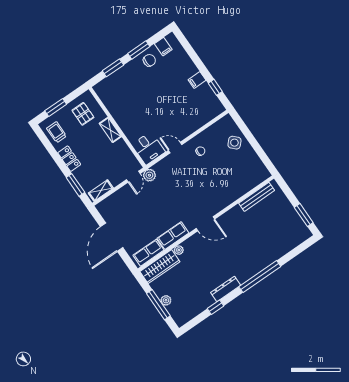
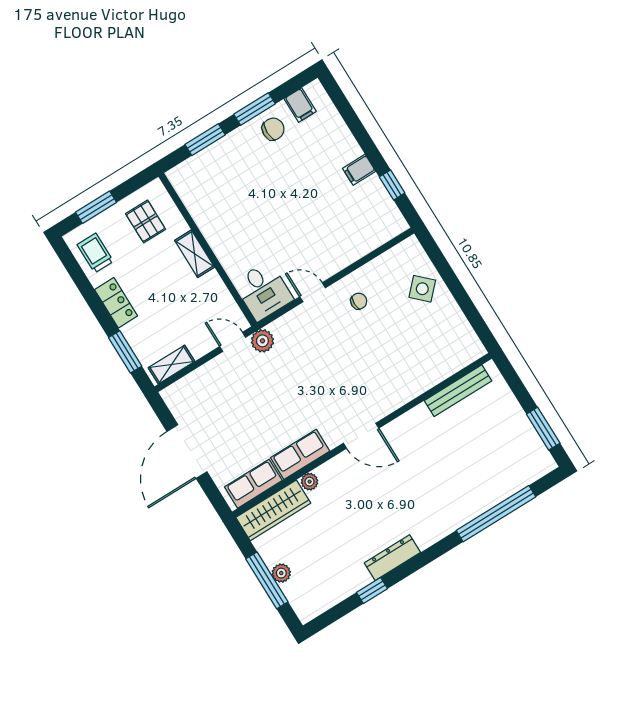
door: (133, 177) -> (233, 342), swing flipped
window: (260, 277) -> (496, 514), moved

